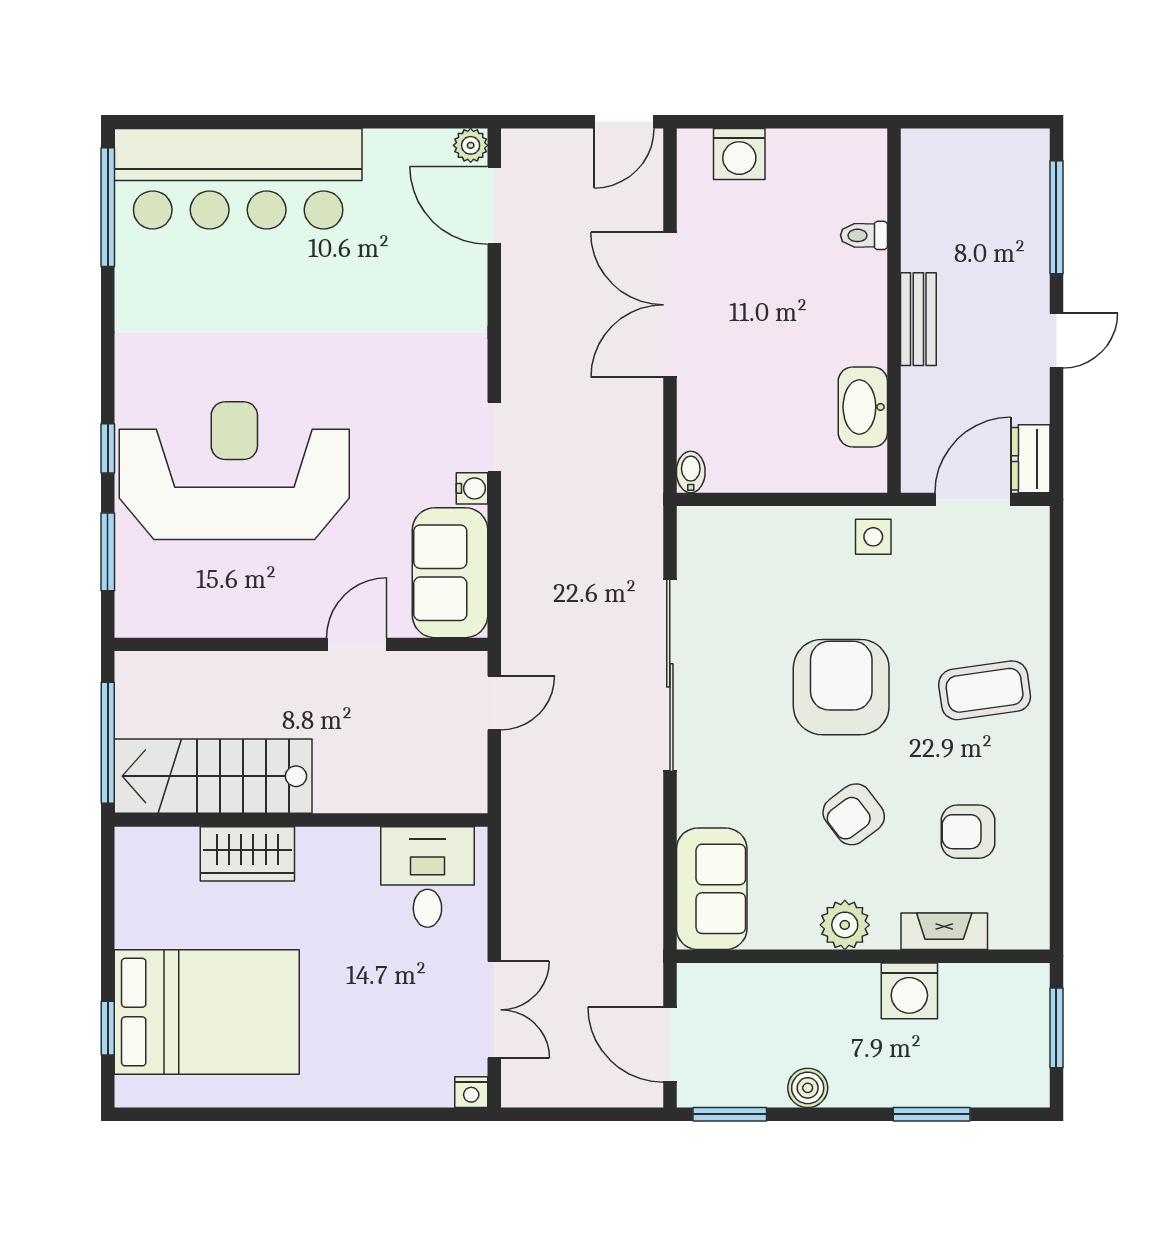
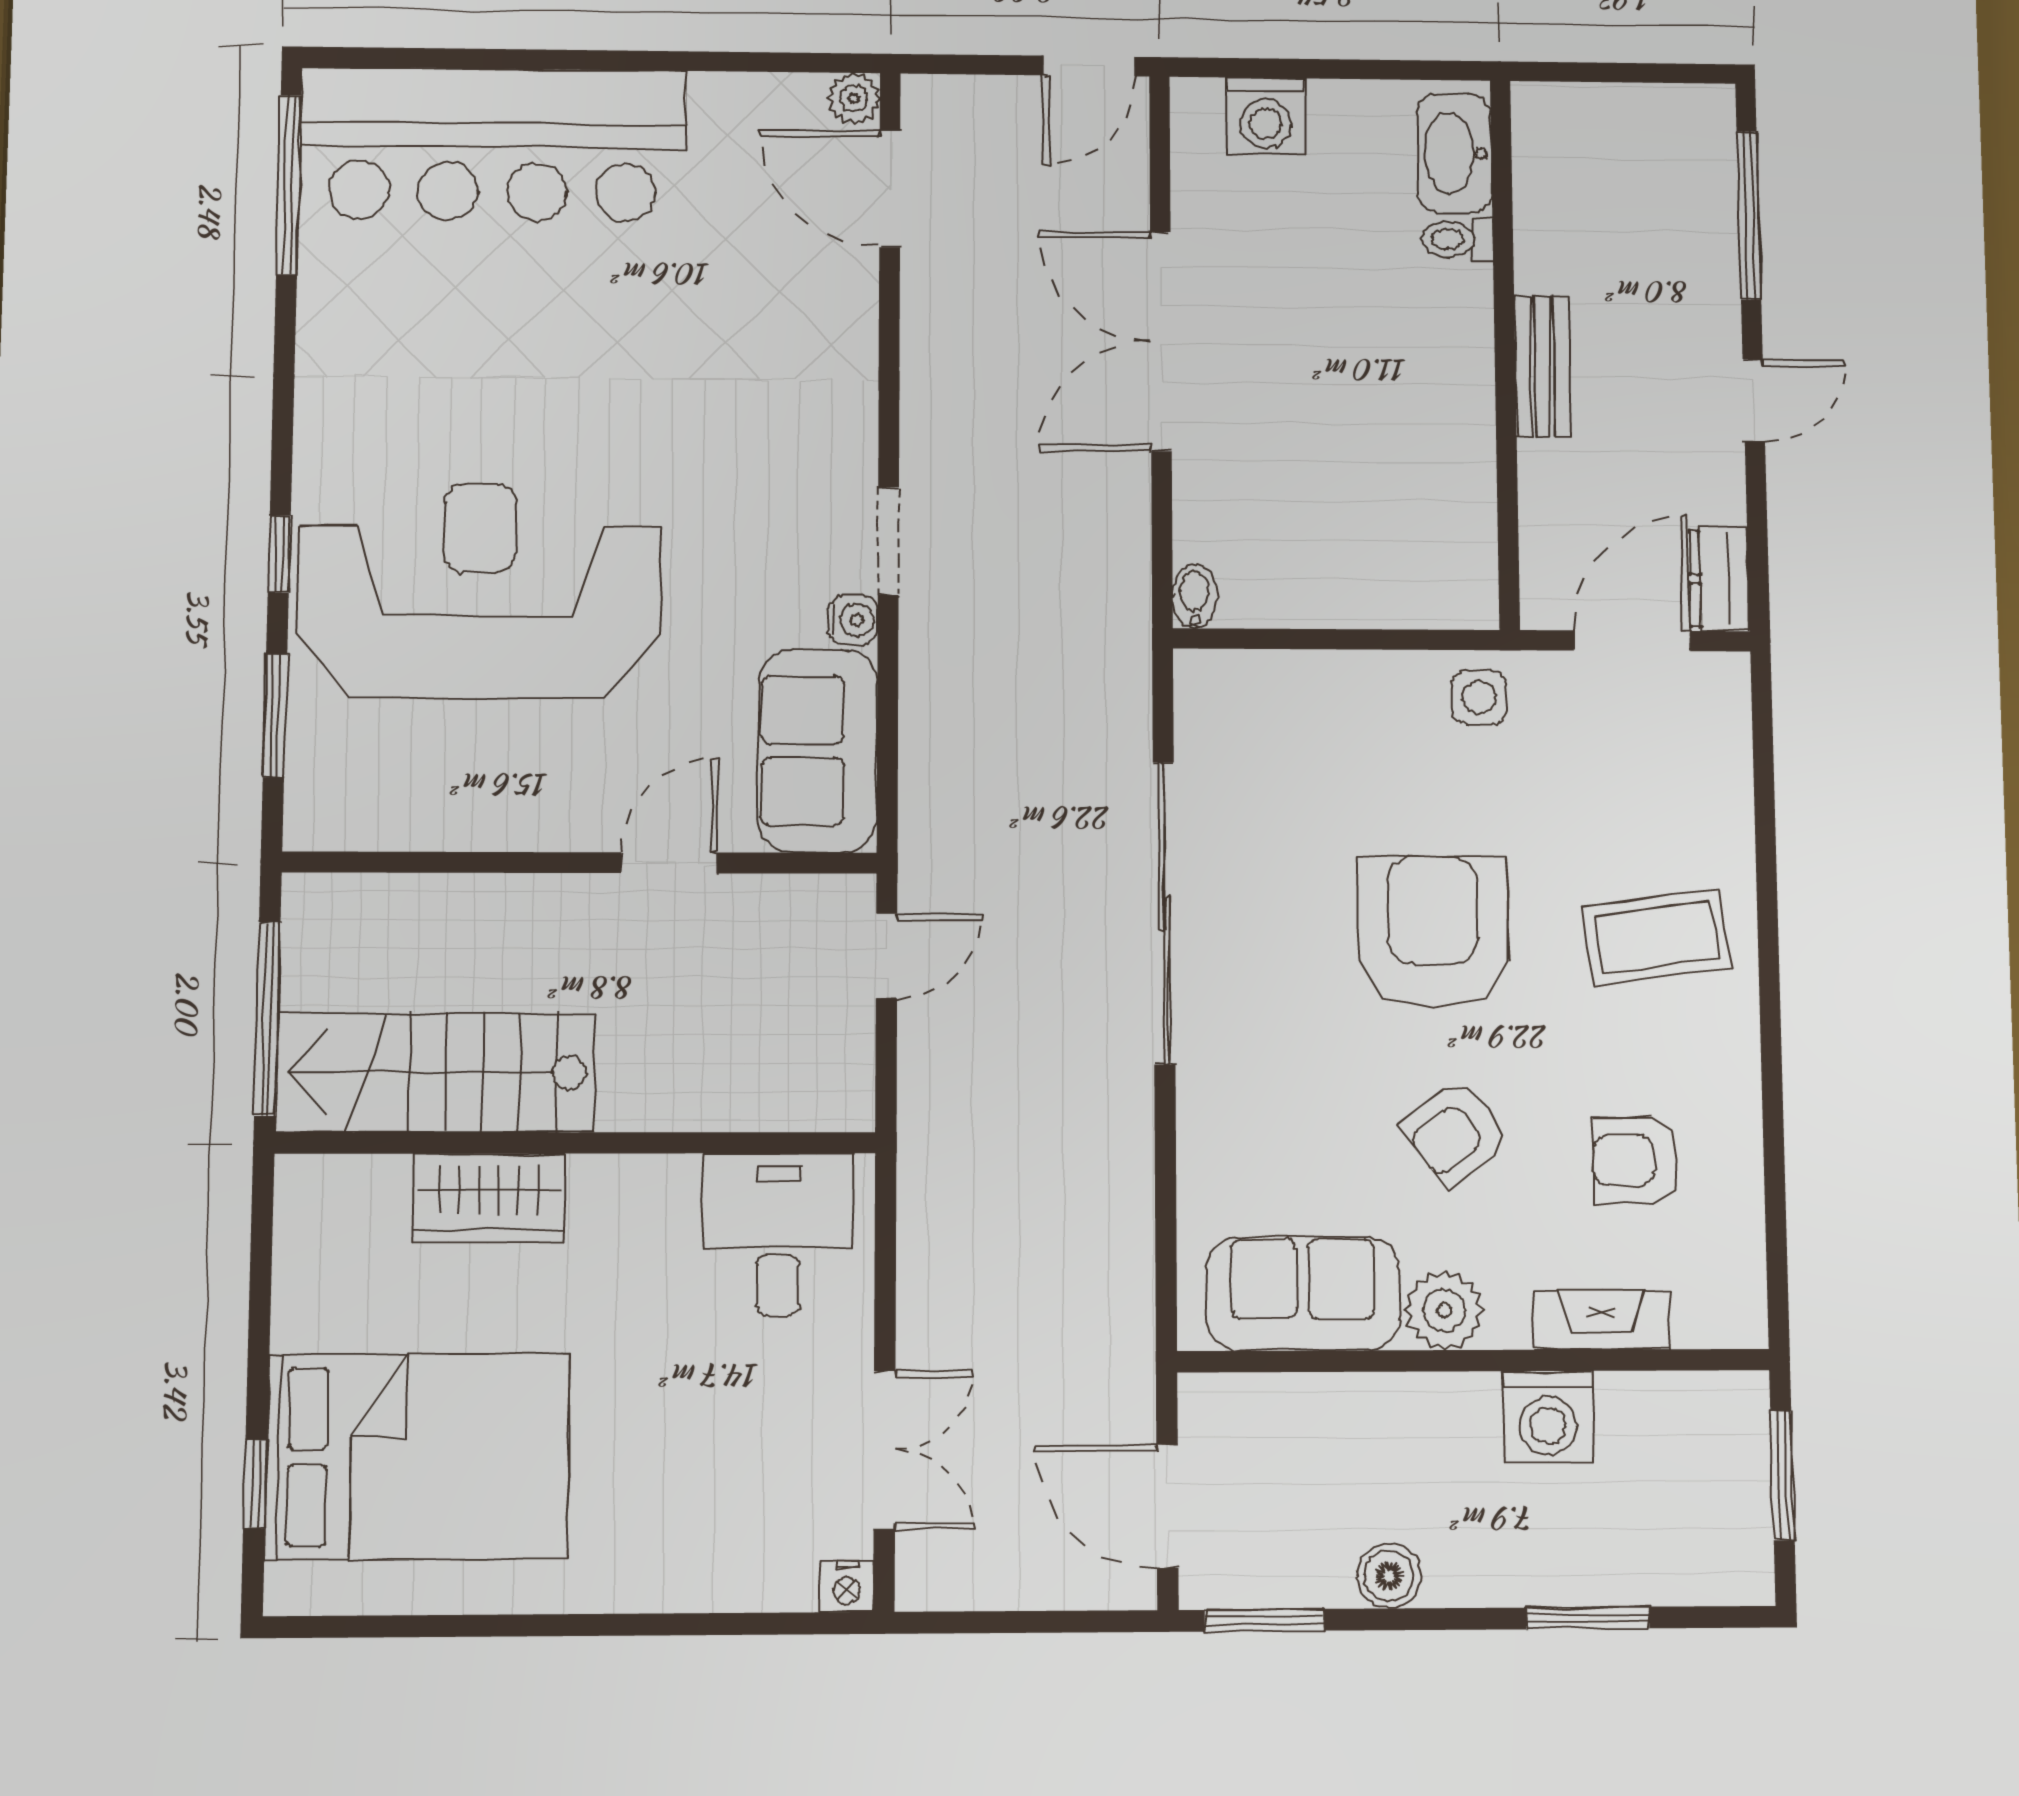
washbasin: (863, 407) -> (1454, 153), moved
sofa: (712, 889) -> (1303, 1294), moved, turned -90

